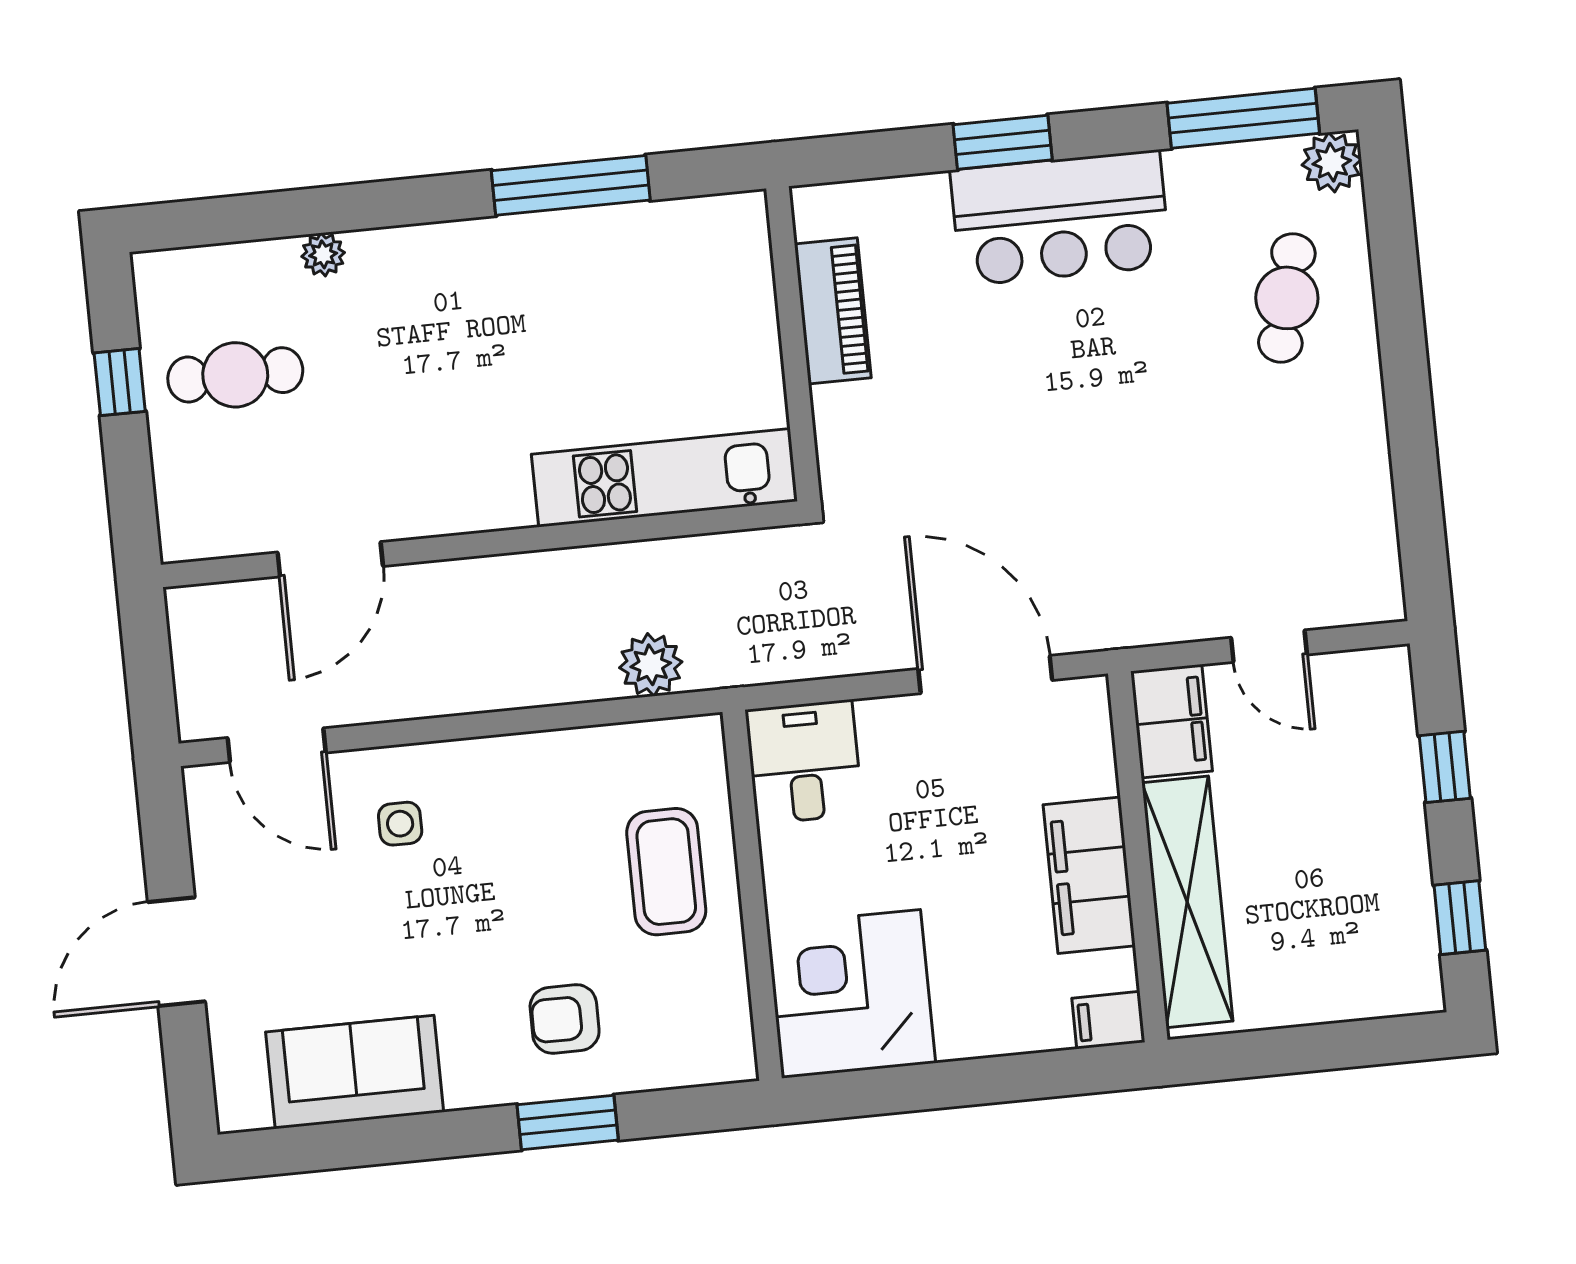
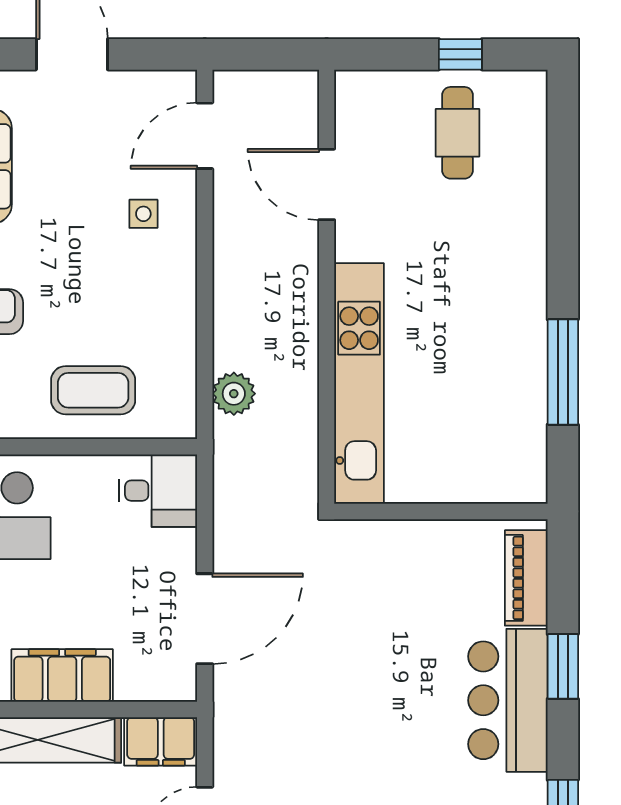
plant: (323, 254) -> (533, 200), removed
piano: (833, 311) -> (526, 578), moved, turned 90
kitchen unit: (664, 478) -> (359, 384), width x1.36

